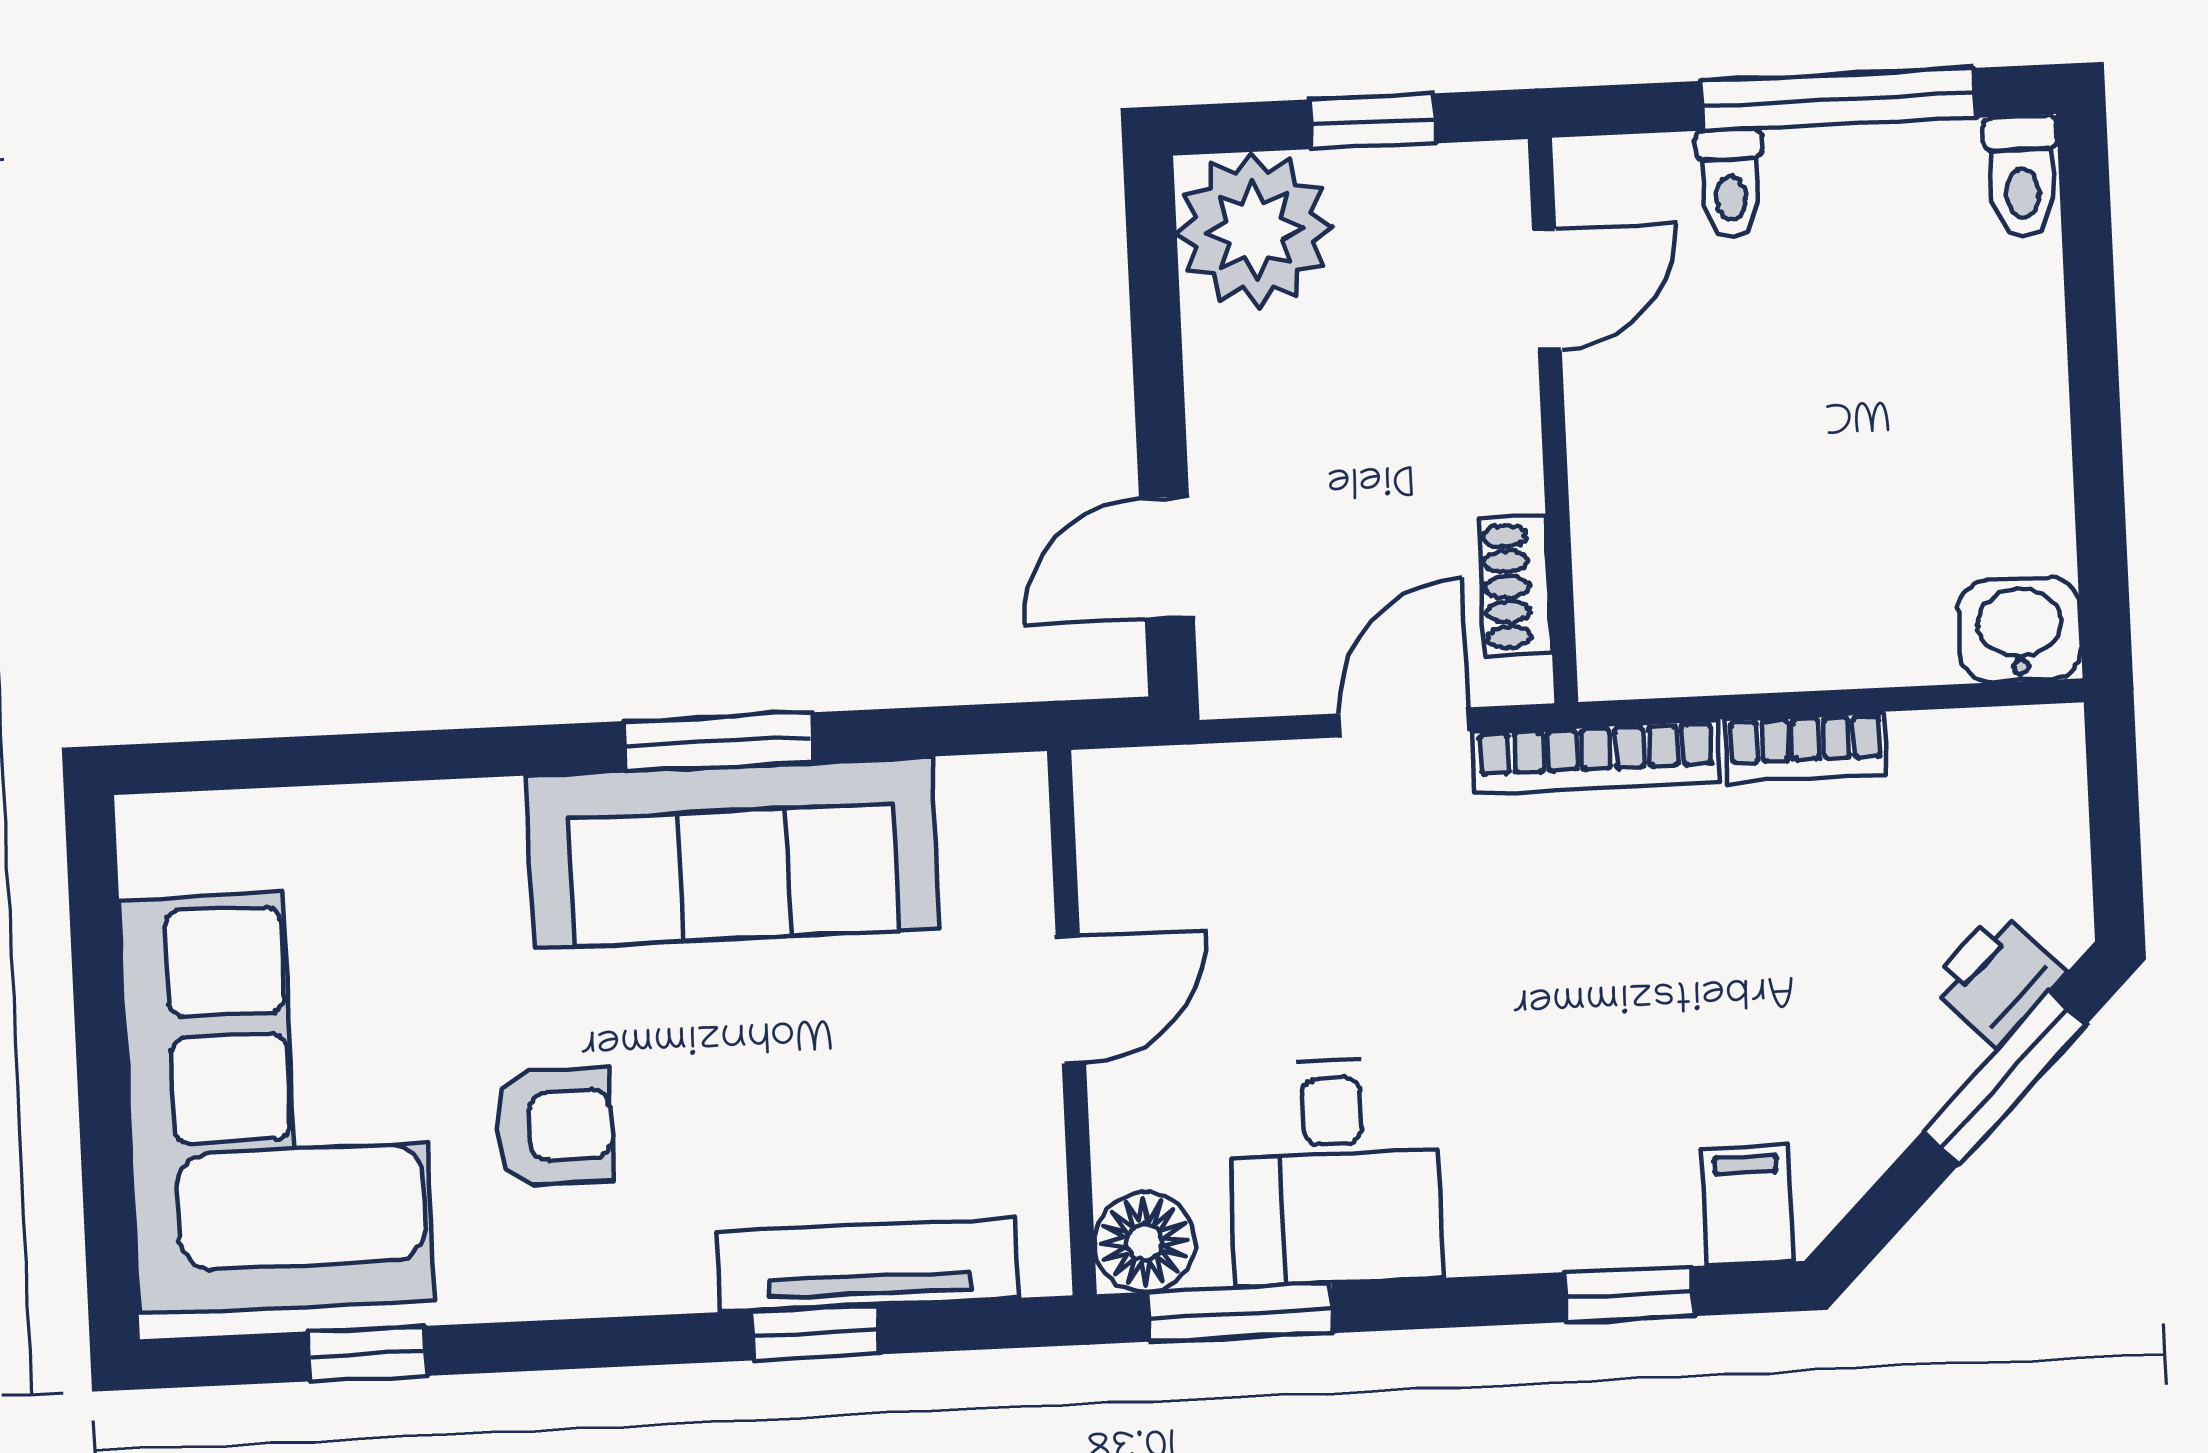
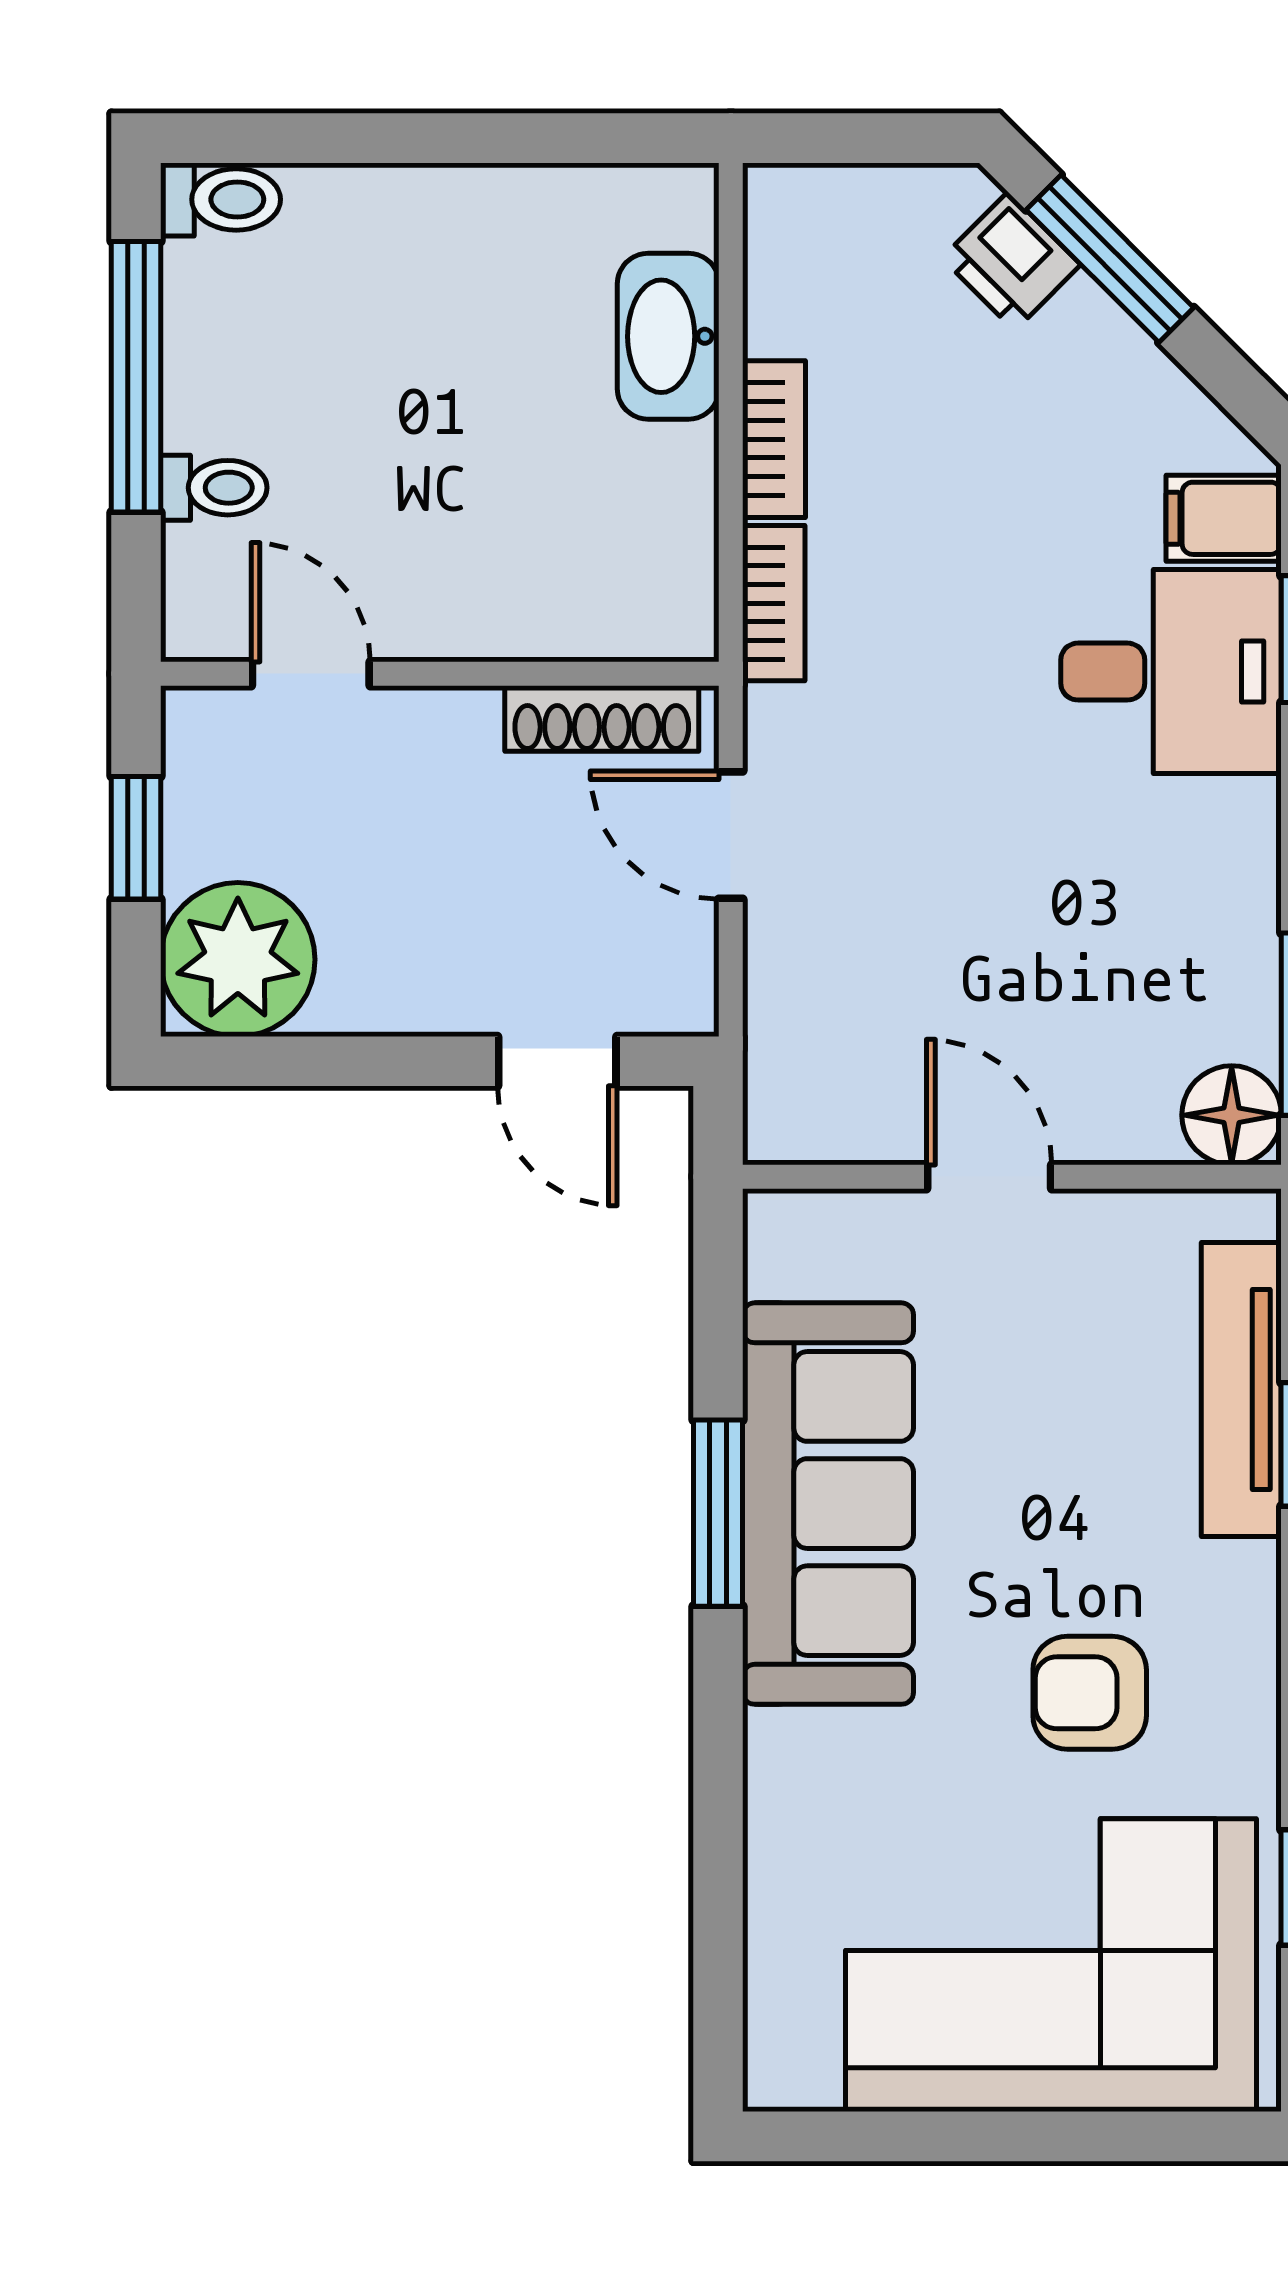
shoe rack: (1516, 586) -> (602, 718), width x1.43
washbasin: (2020, 630) -> (668, 336), moved, width x1.38
bookcase: (1596, 757) -> (774, 603), width x0.64
armchair: (554, 1126) -> (1090, 1693), turned -90
desk: (1335, 1171) -> (1171, 672), moved

